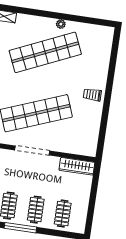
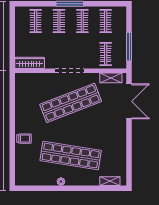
shop shelf: (45, 52) -> (71, 156), turned 33
trolley: (92, 95) -> (24, 139), moved

